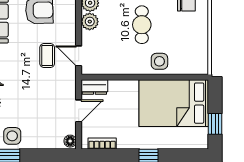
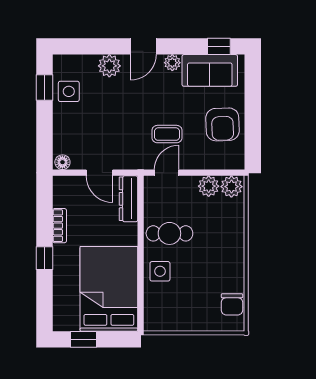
cafe table: (142, 25) -> (169, 233), moved
dresser: (94, 87) -> (128, 199), width x1.44
bookcase: (102, 143) -> (60, 226), moved

